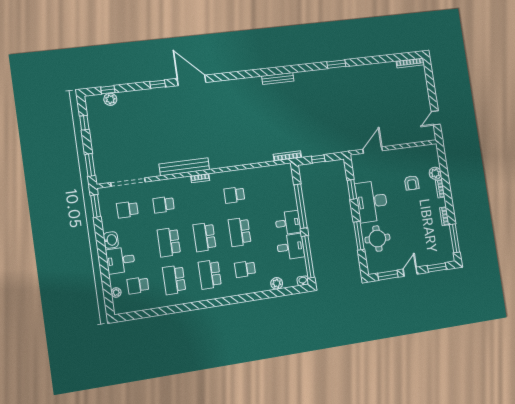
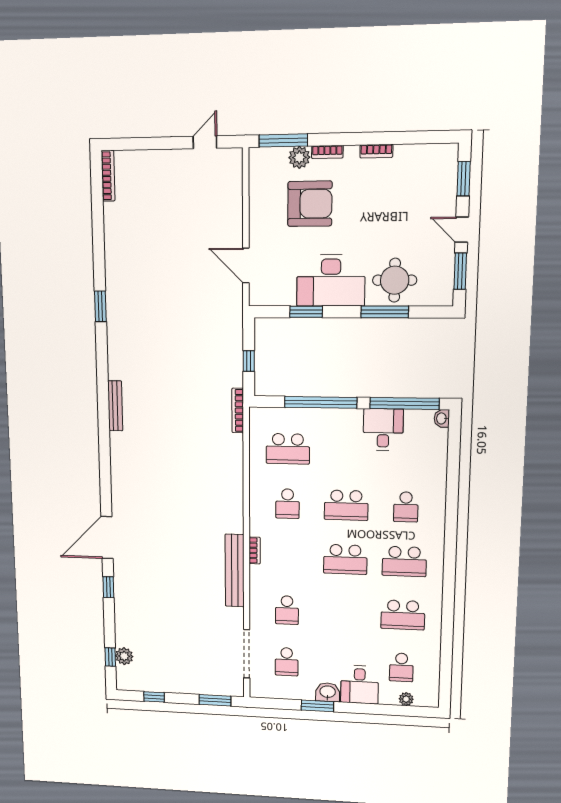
door: (436, 118) -> (205, 142), swing flipped
armchair: (412, 183) -> (310, 204), width x1.88, depth x1.88
window: (96, 206) -> (317, 706), moved
desk: (288, 223) -> (344, 427), removed
window: (454, 238) -> (283, 140), moved
school desk: (169, 242) -> (288, 449), moved
plant: (277, 283) -> (438, 461), removed

